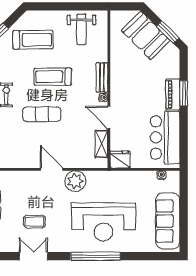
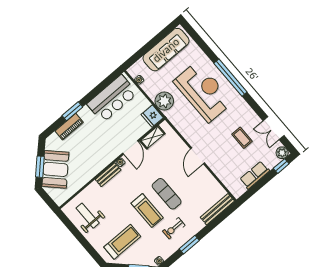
weight bench: (81, 29) -> (88, 216), turned -90
window: (168, 32) -> (40, 167), moved
treadmill: (33, 40) -> (122, 242), turned 90
treadmill: (53, 77) -> (147, 211), moved
piano: (173, 94) -> (69, 127), moved
plant: (75, 181) -> (164, 101), moved
double door: (33, 256) -> (274, 128), moved

